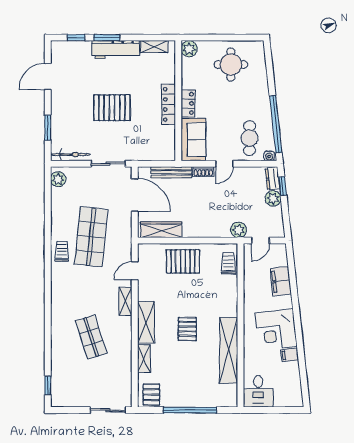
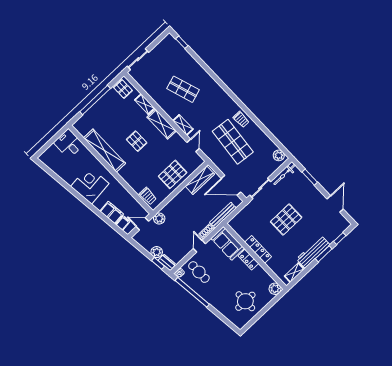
door: (260, 241) -> (142, 224), hinge flipped
filing cabinet: (290, 355) -> (123, 223), moved

